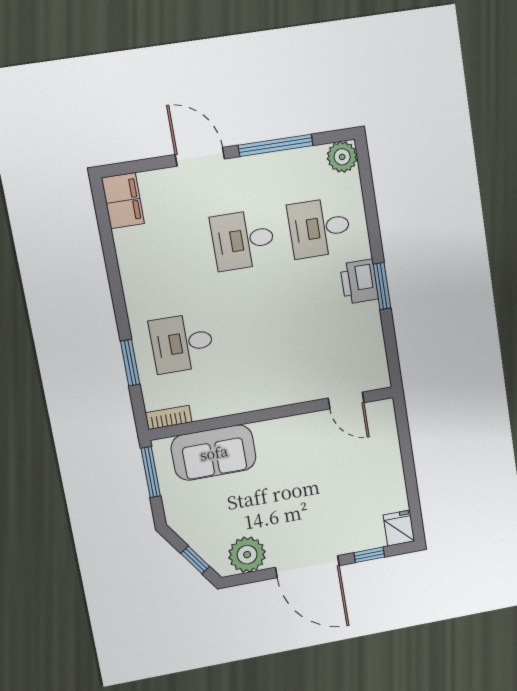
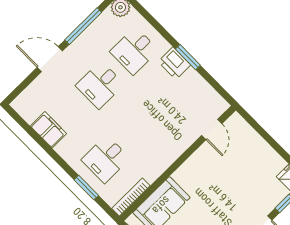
filing cabinet: (123, 201) -> (48, 130), moved
door: (346, 400) -> (212, 129), hinge flipped
bookcase: (169, 417) -> (131, 197), width x1.56

